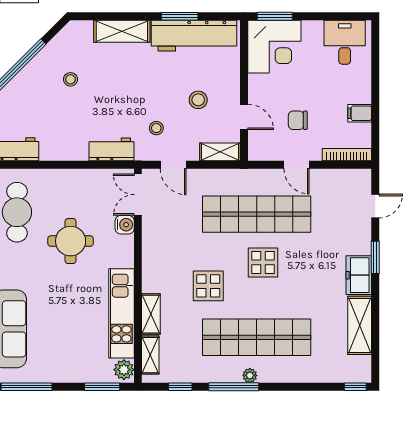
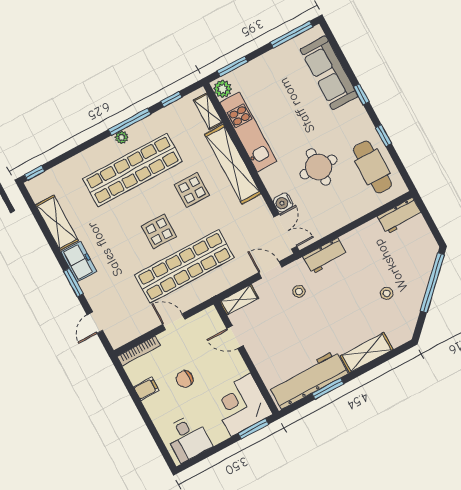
stool: (198, 100) -> (278, 331), removed
chair: (298, 120) -> (185, 379), moved, turned 180
shelving: (151, 314) -> (233, 164), width x2.20, depth x1.33

